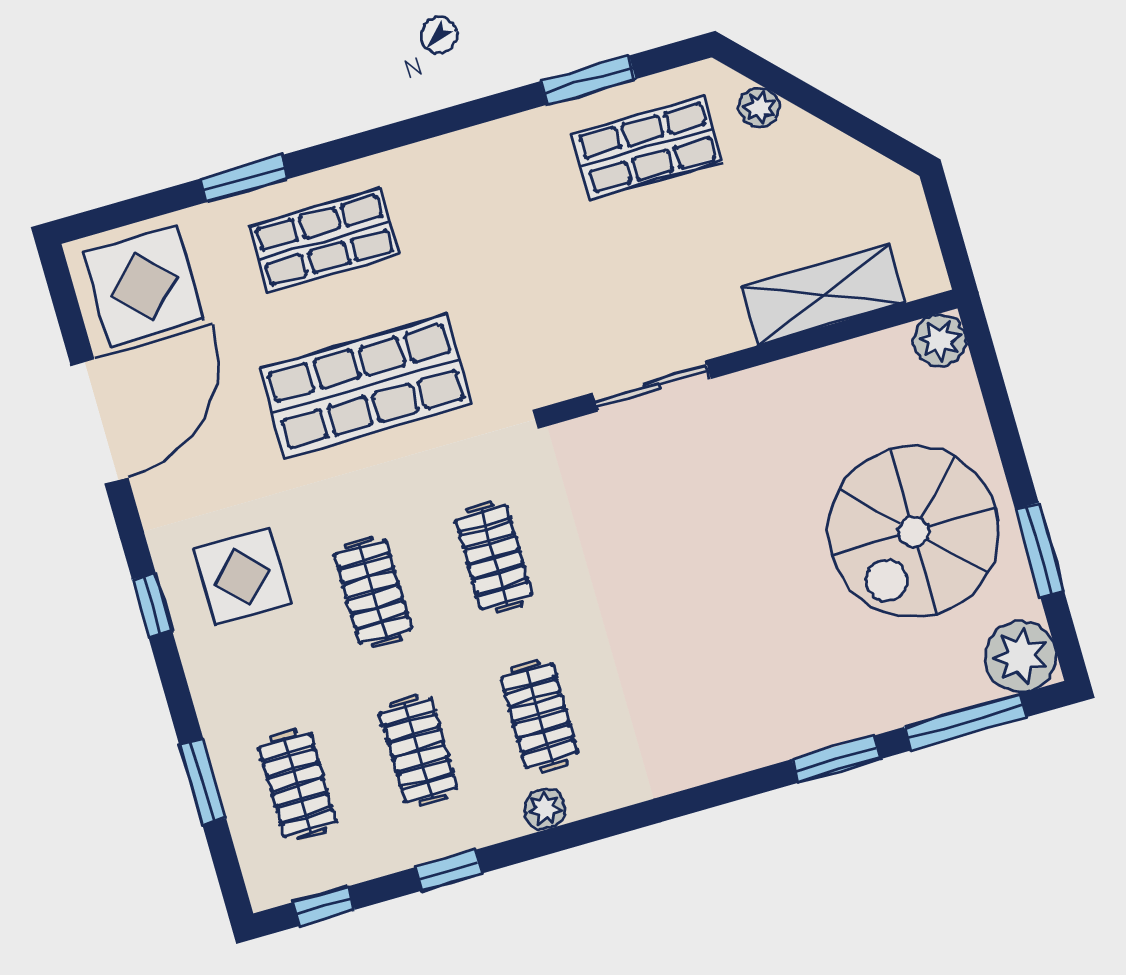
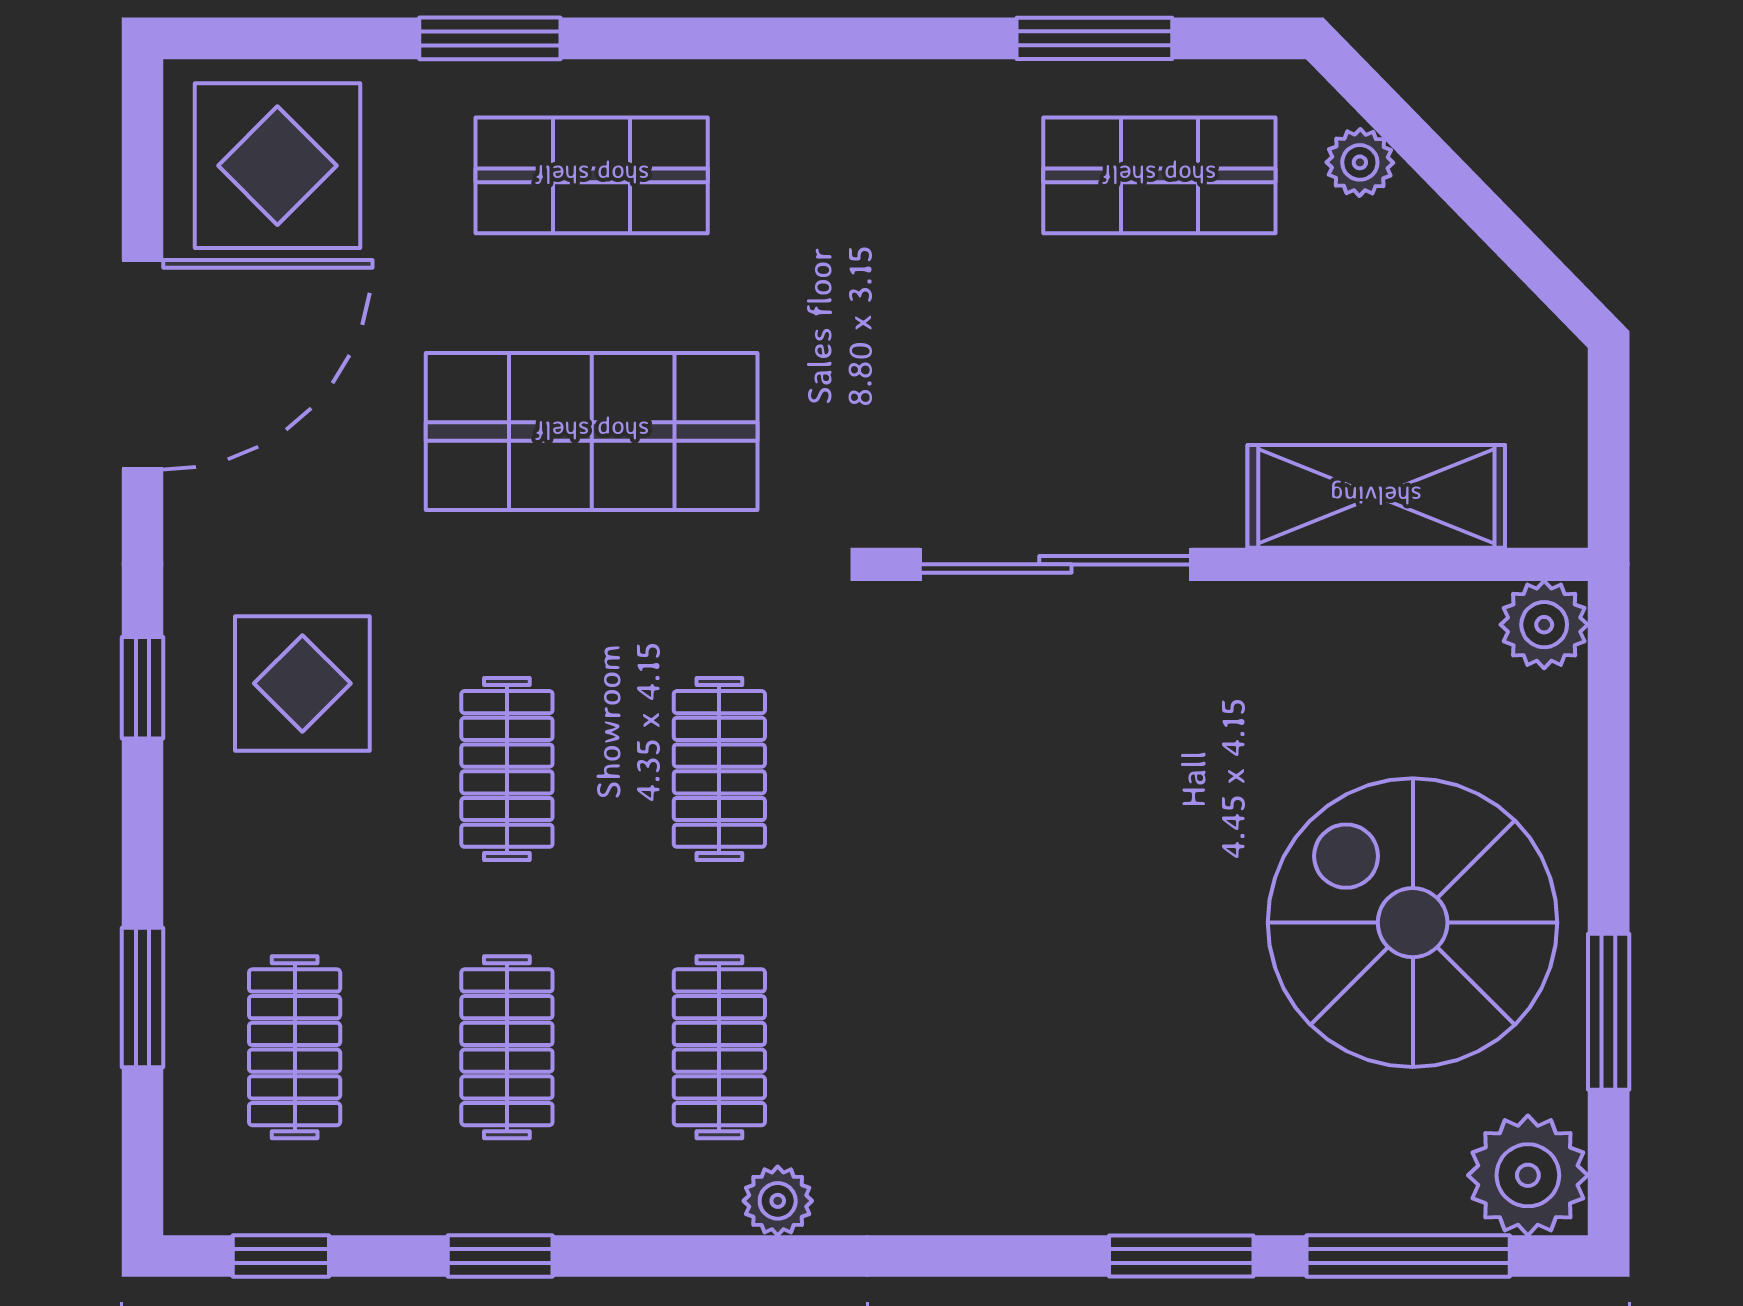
sliding door: (652, 386) -> (1055, 564), width x1.37
spiral stairs: (914, 532) -> (1413, 923), turned 90
plant: (545, 809) -> (778, 1201), moved

